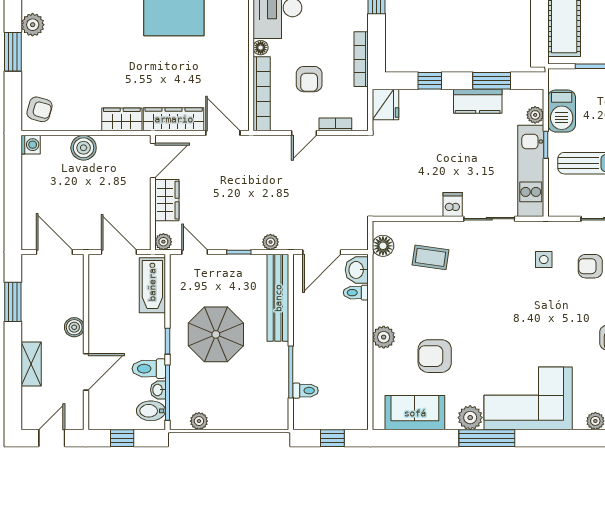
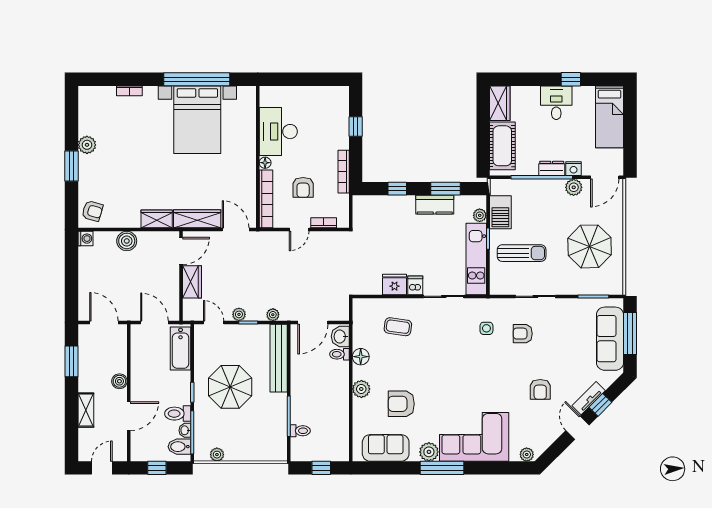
fridge: (385, 104) -> (395, 285), moved, turned -90
plant: (163, 242) -> (239, 314), moved
floor lamp: (383, 246) -> (361, 357), moved

